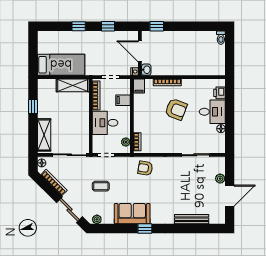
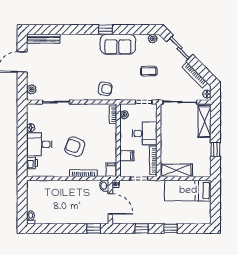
plant: (220, 179) -> (31, 89), moved
bench: (192, 219) -> (43, 39), moved

